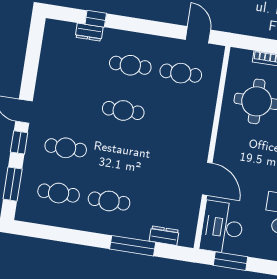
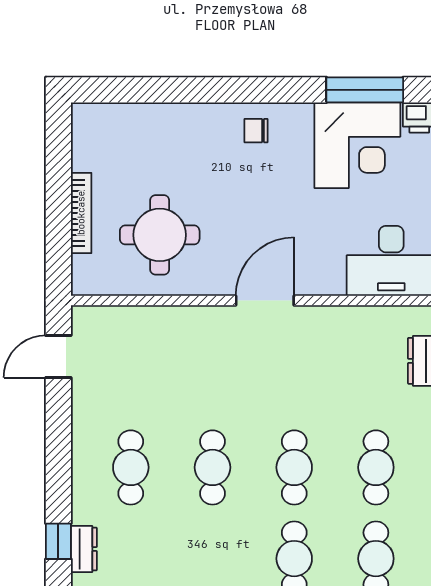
cafe table: (181, 73) -> (294, 467), moved
door: (207, 179) -> (265, 301), moved

